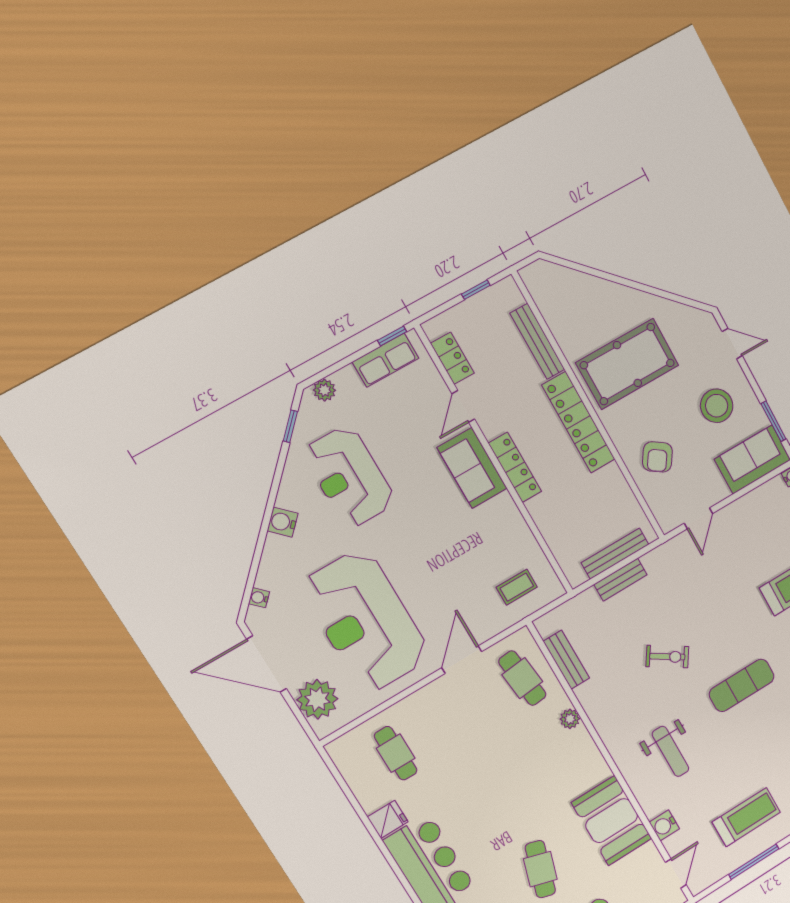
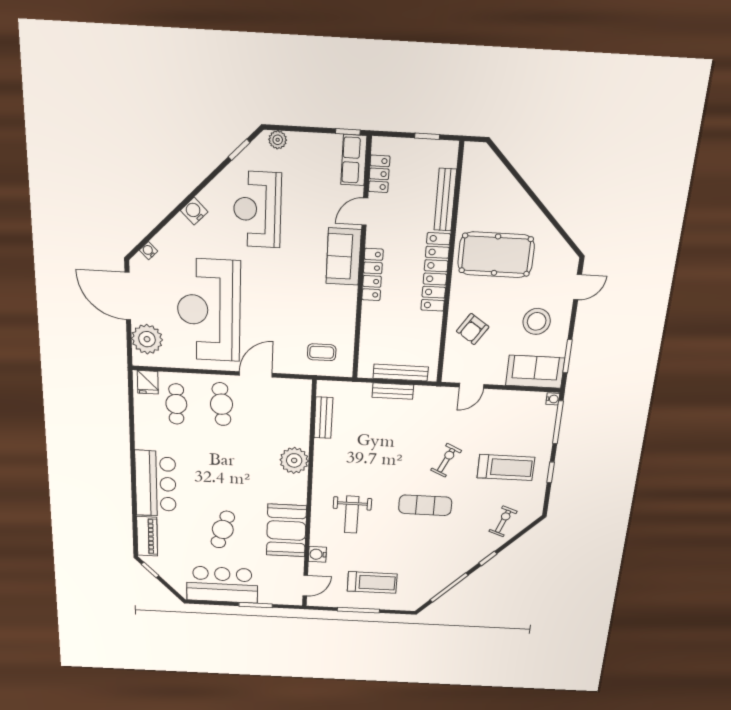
door: (732, 344) -> (578, 287), hinge flipped
row of seats: (386, 360) -> (354, 160), moved, turned 90
exercise bike: (667, 657) -> (446, 460), moved, turned -98
cafe table: (522, 678) -> (222, 404), moved
plant: (570, 719) -> (294, 460), width x1.88, depth x1.88
fridge: (388, 819) -> (148, 382), moved, turned 90

